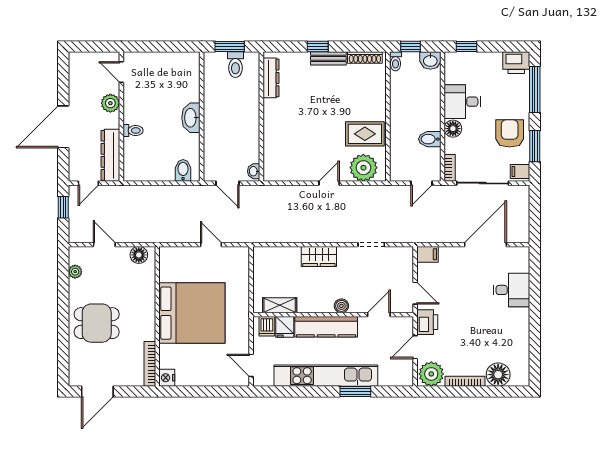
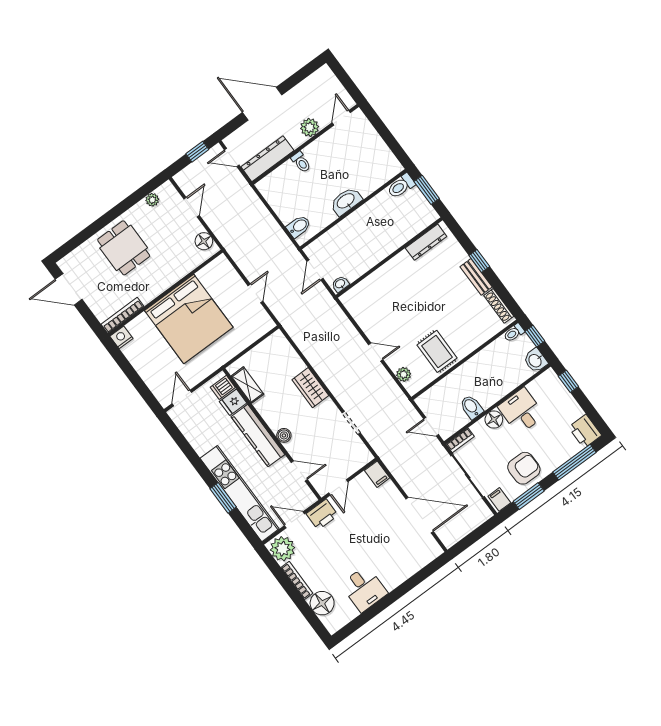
toilet: (235, 65) -> (401, 186), moved
plant: (363, 168) -> (404, 374), width x0.53, depth x0.53
desk: (511, 290) -> (364, 589), moved
kitchen unit: (326, 376) -> (240, 494), moved

